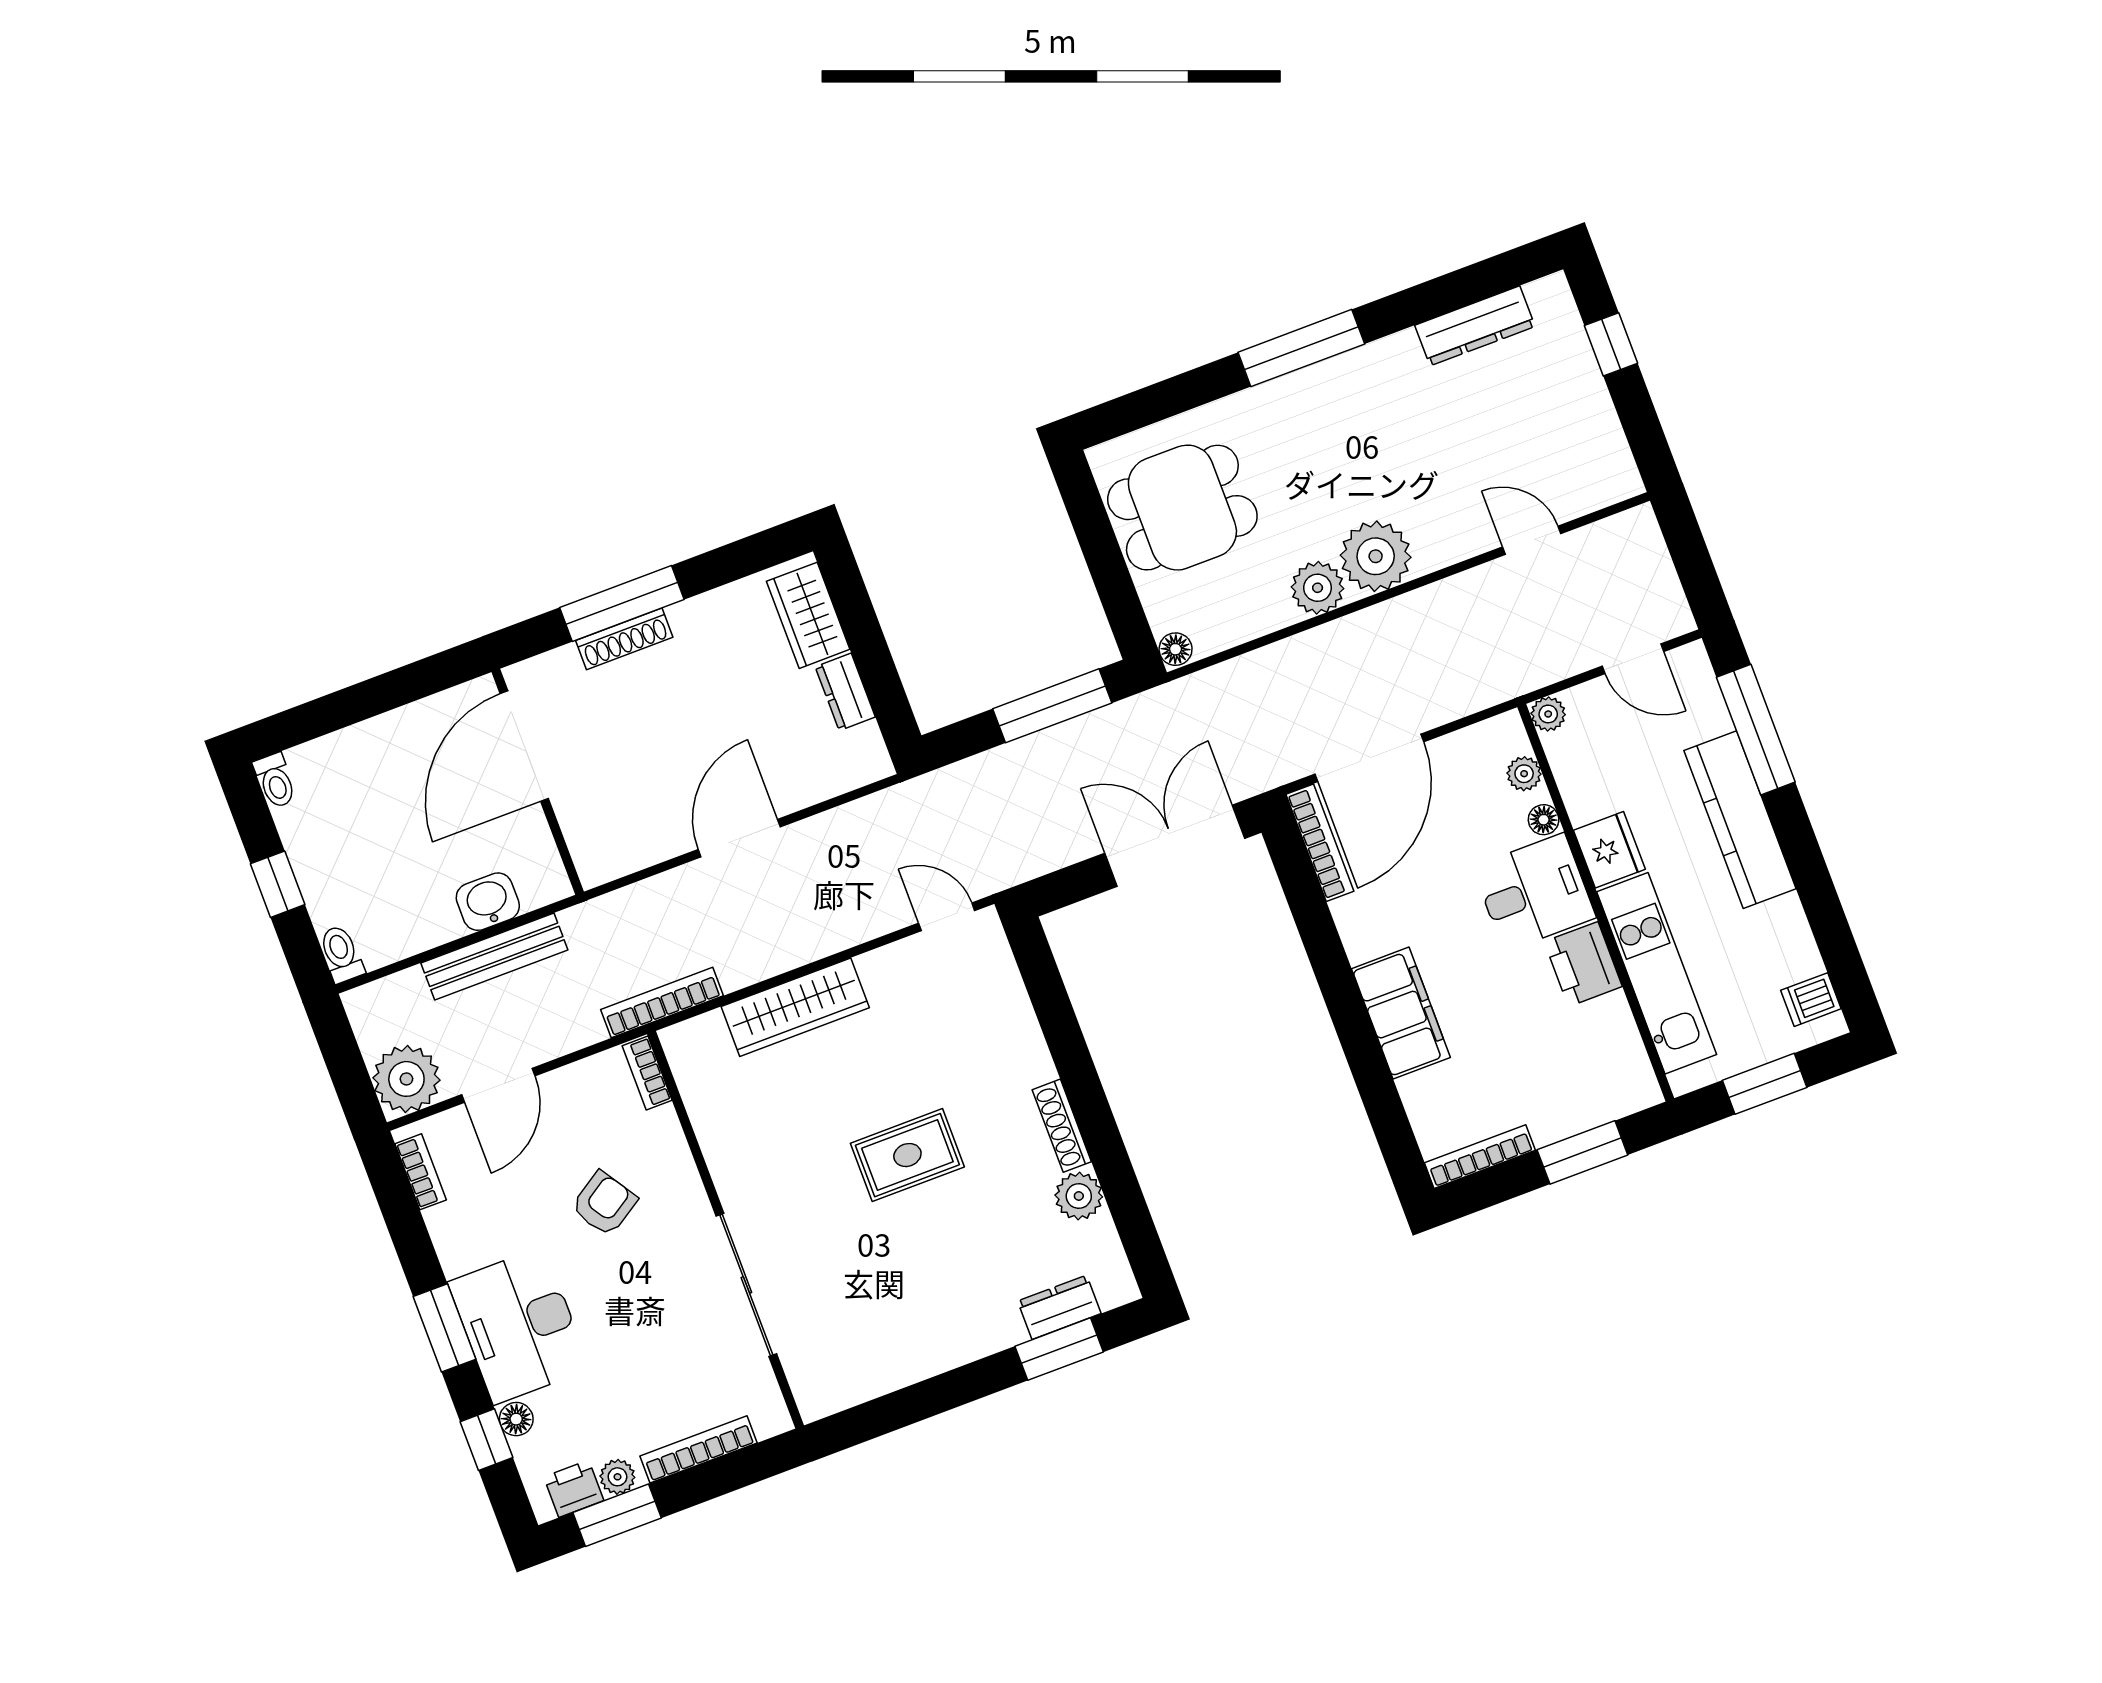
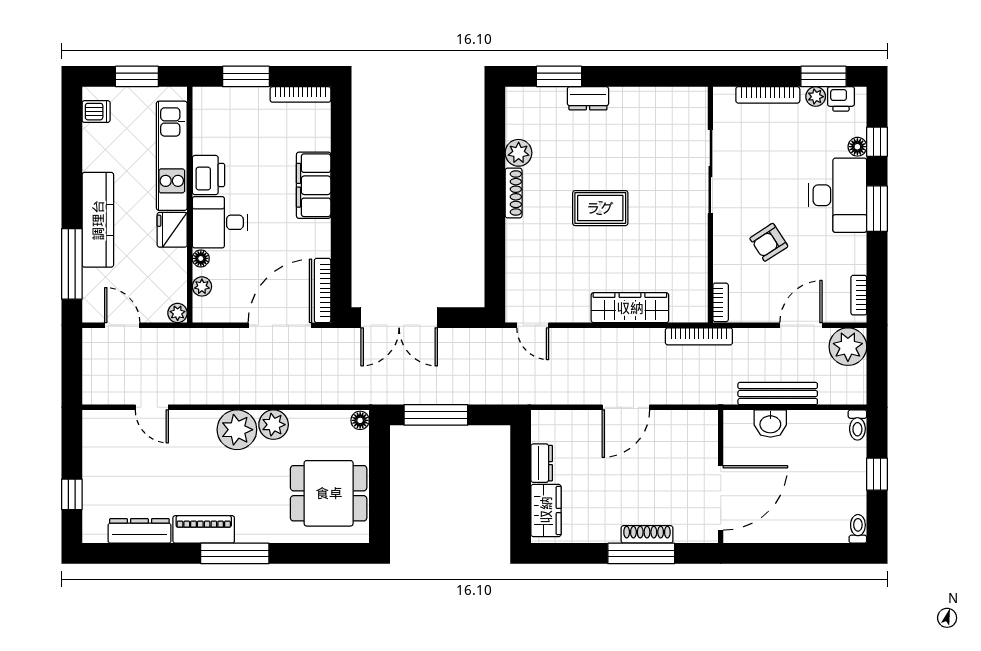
piano: (1368, 369) -> (204, 529), added
dresser: (1059, 1307) -> (588, 98), moved

